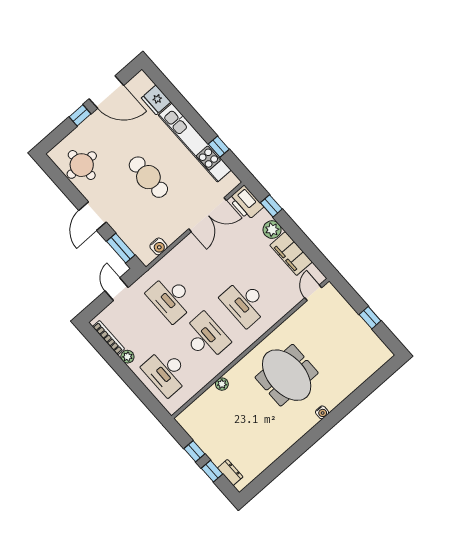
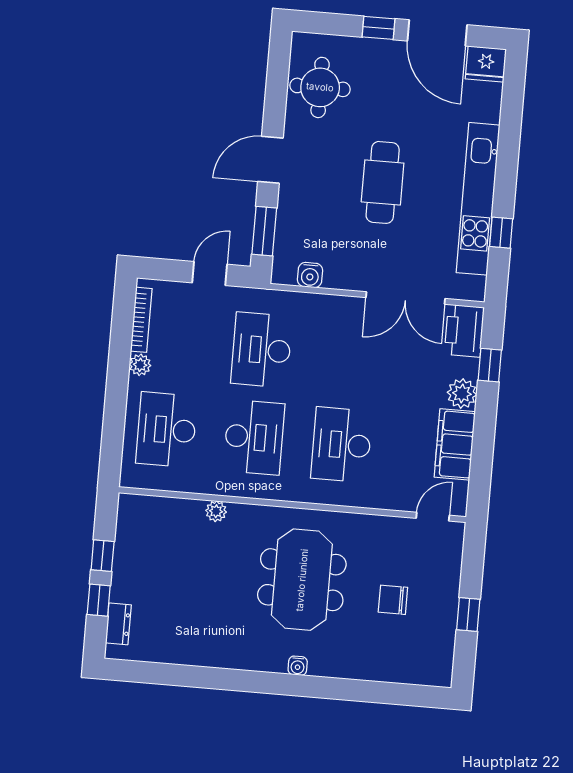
fridge: (156, 100) -> (486, 64), moved, turned -90
chair: (333, 344) -> (393, 600), added

